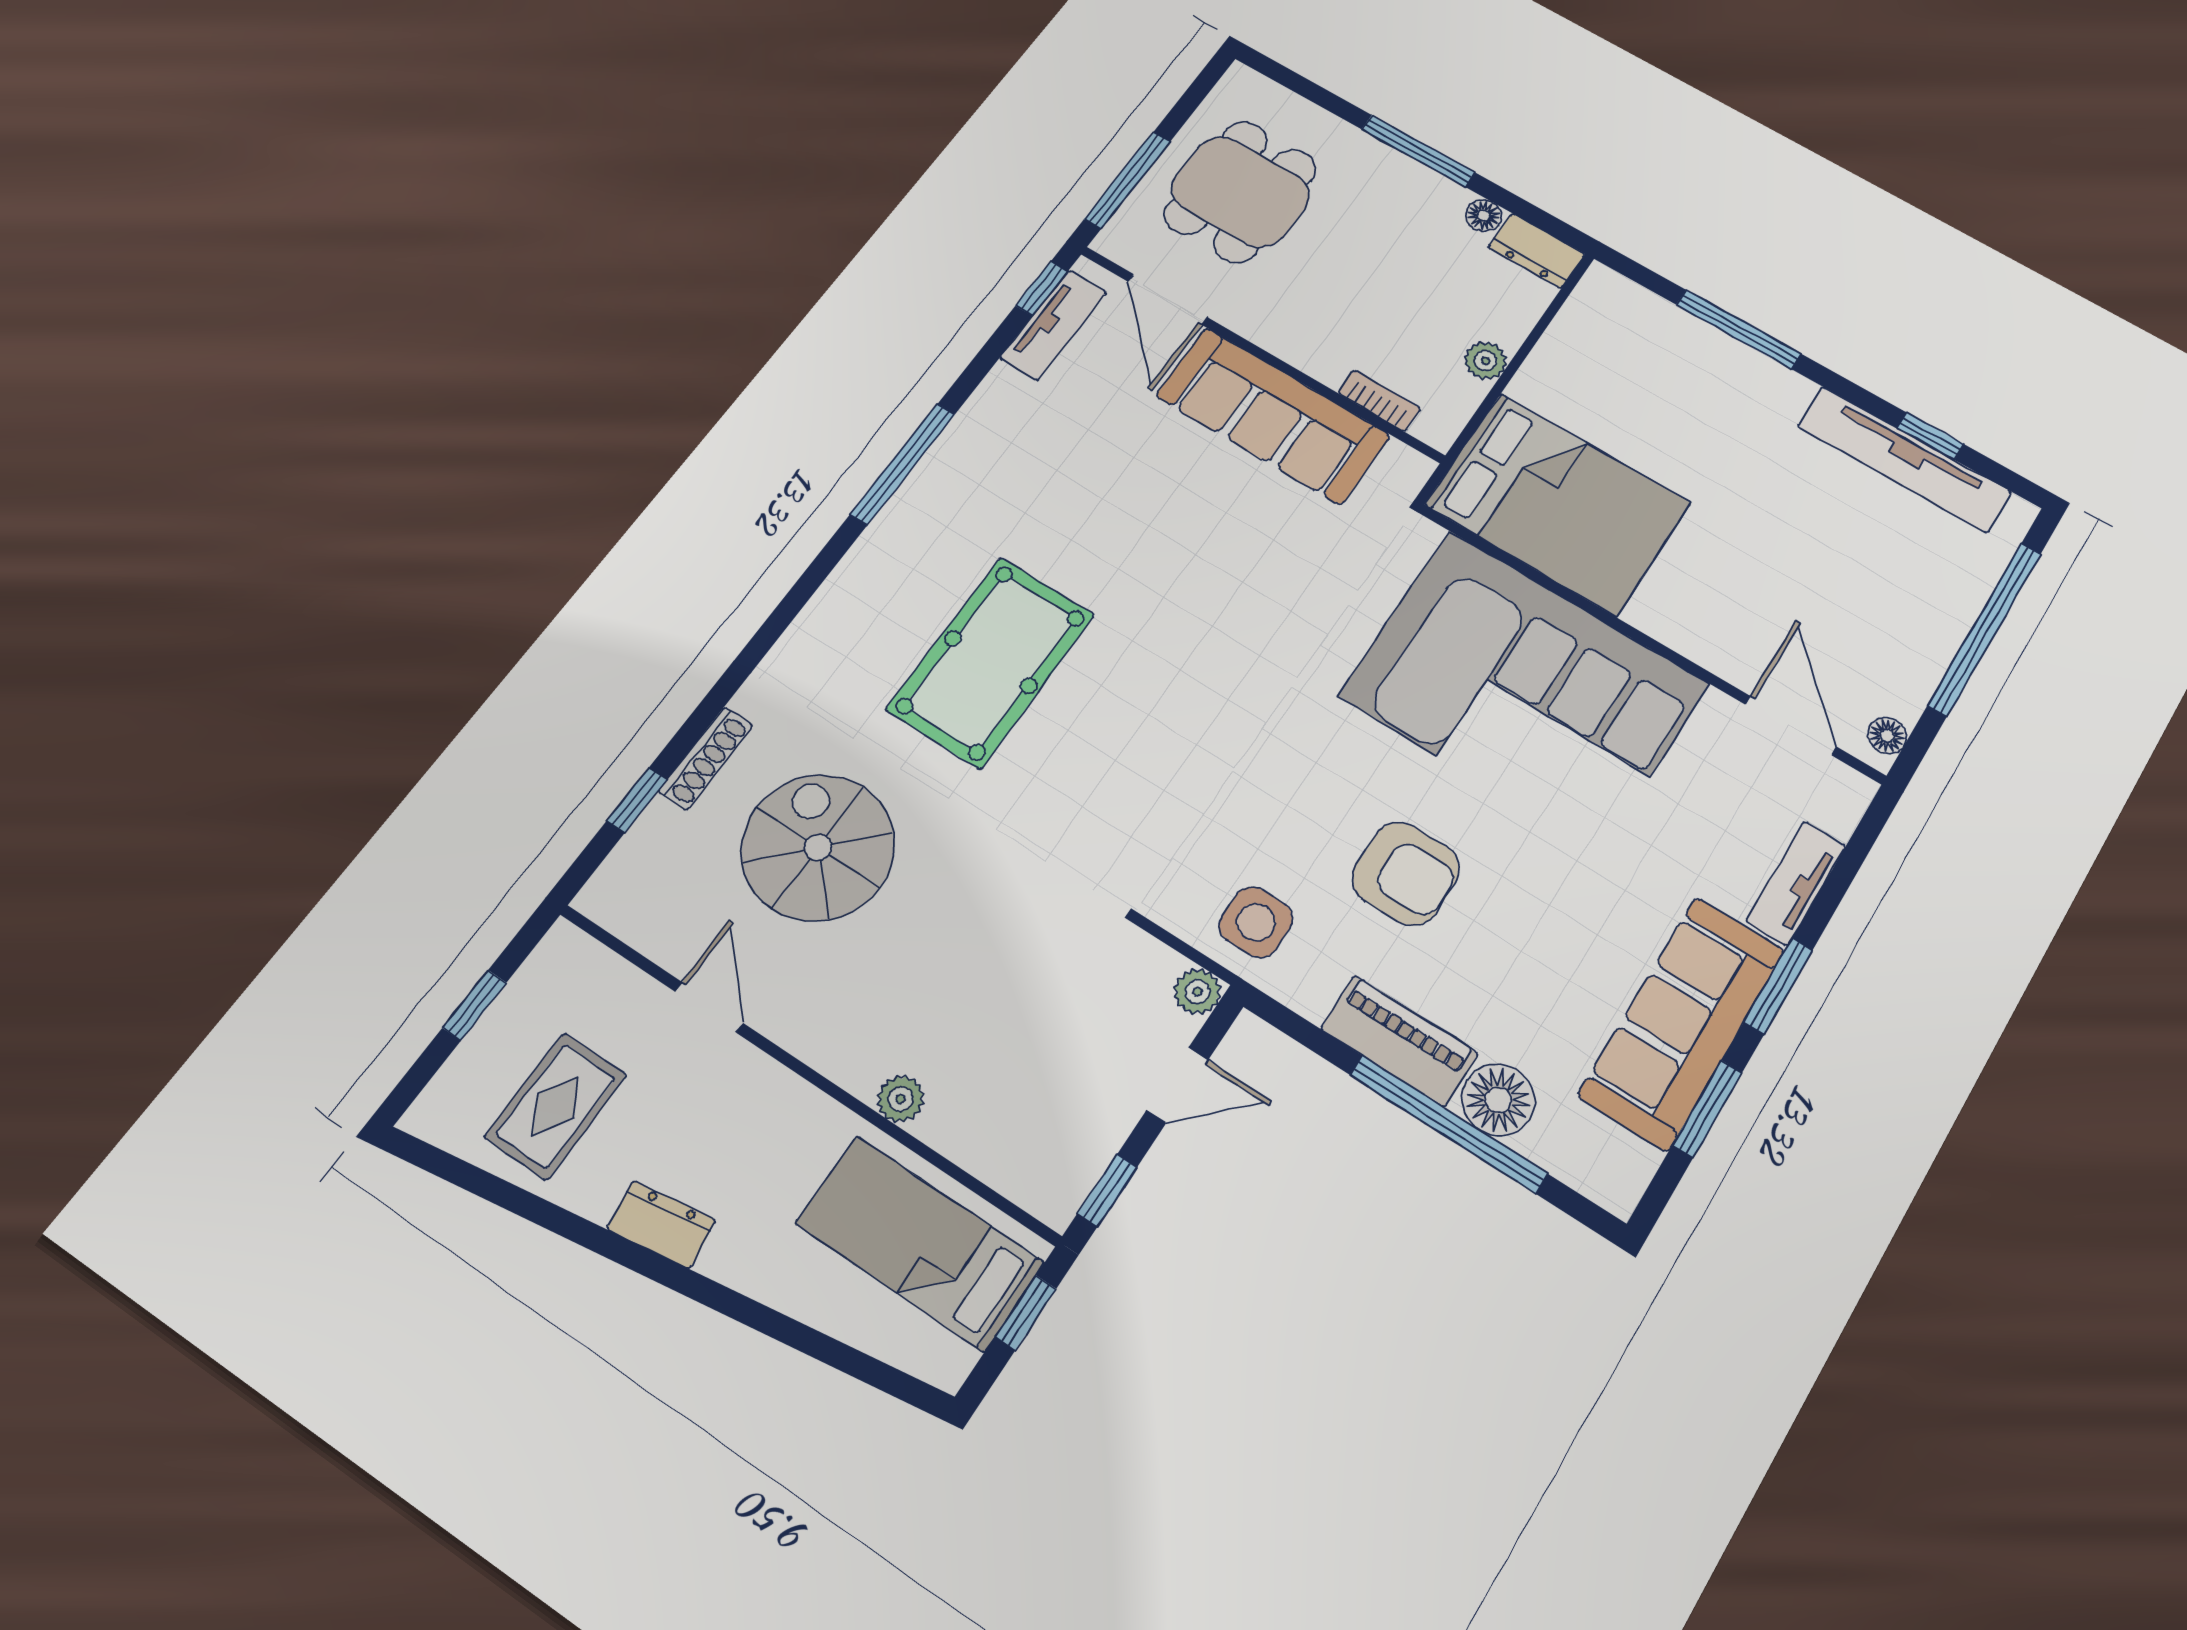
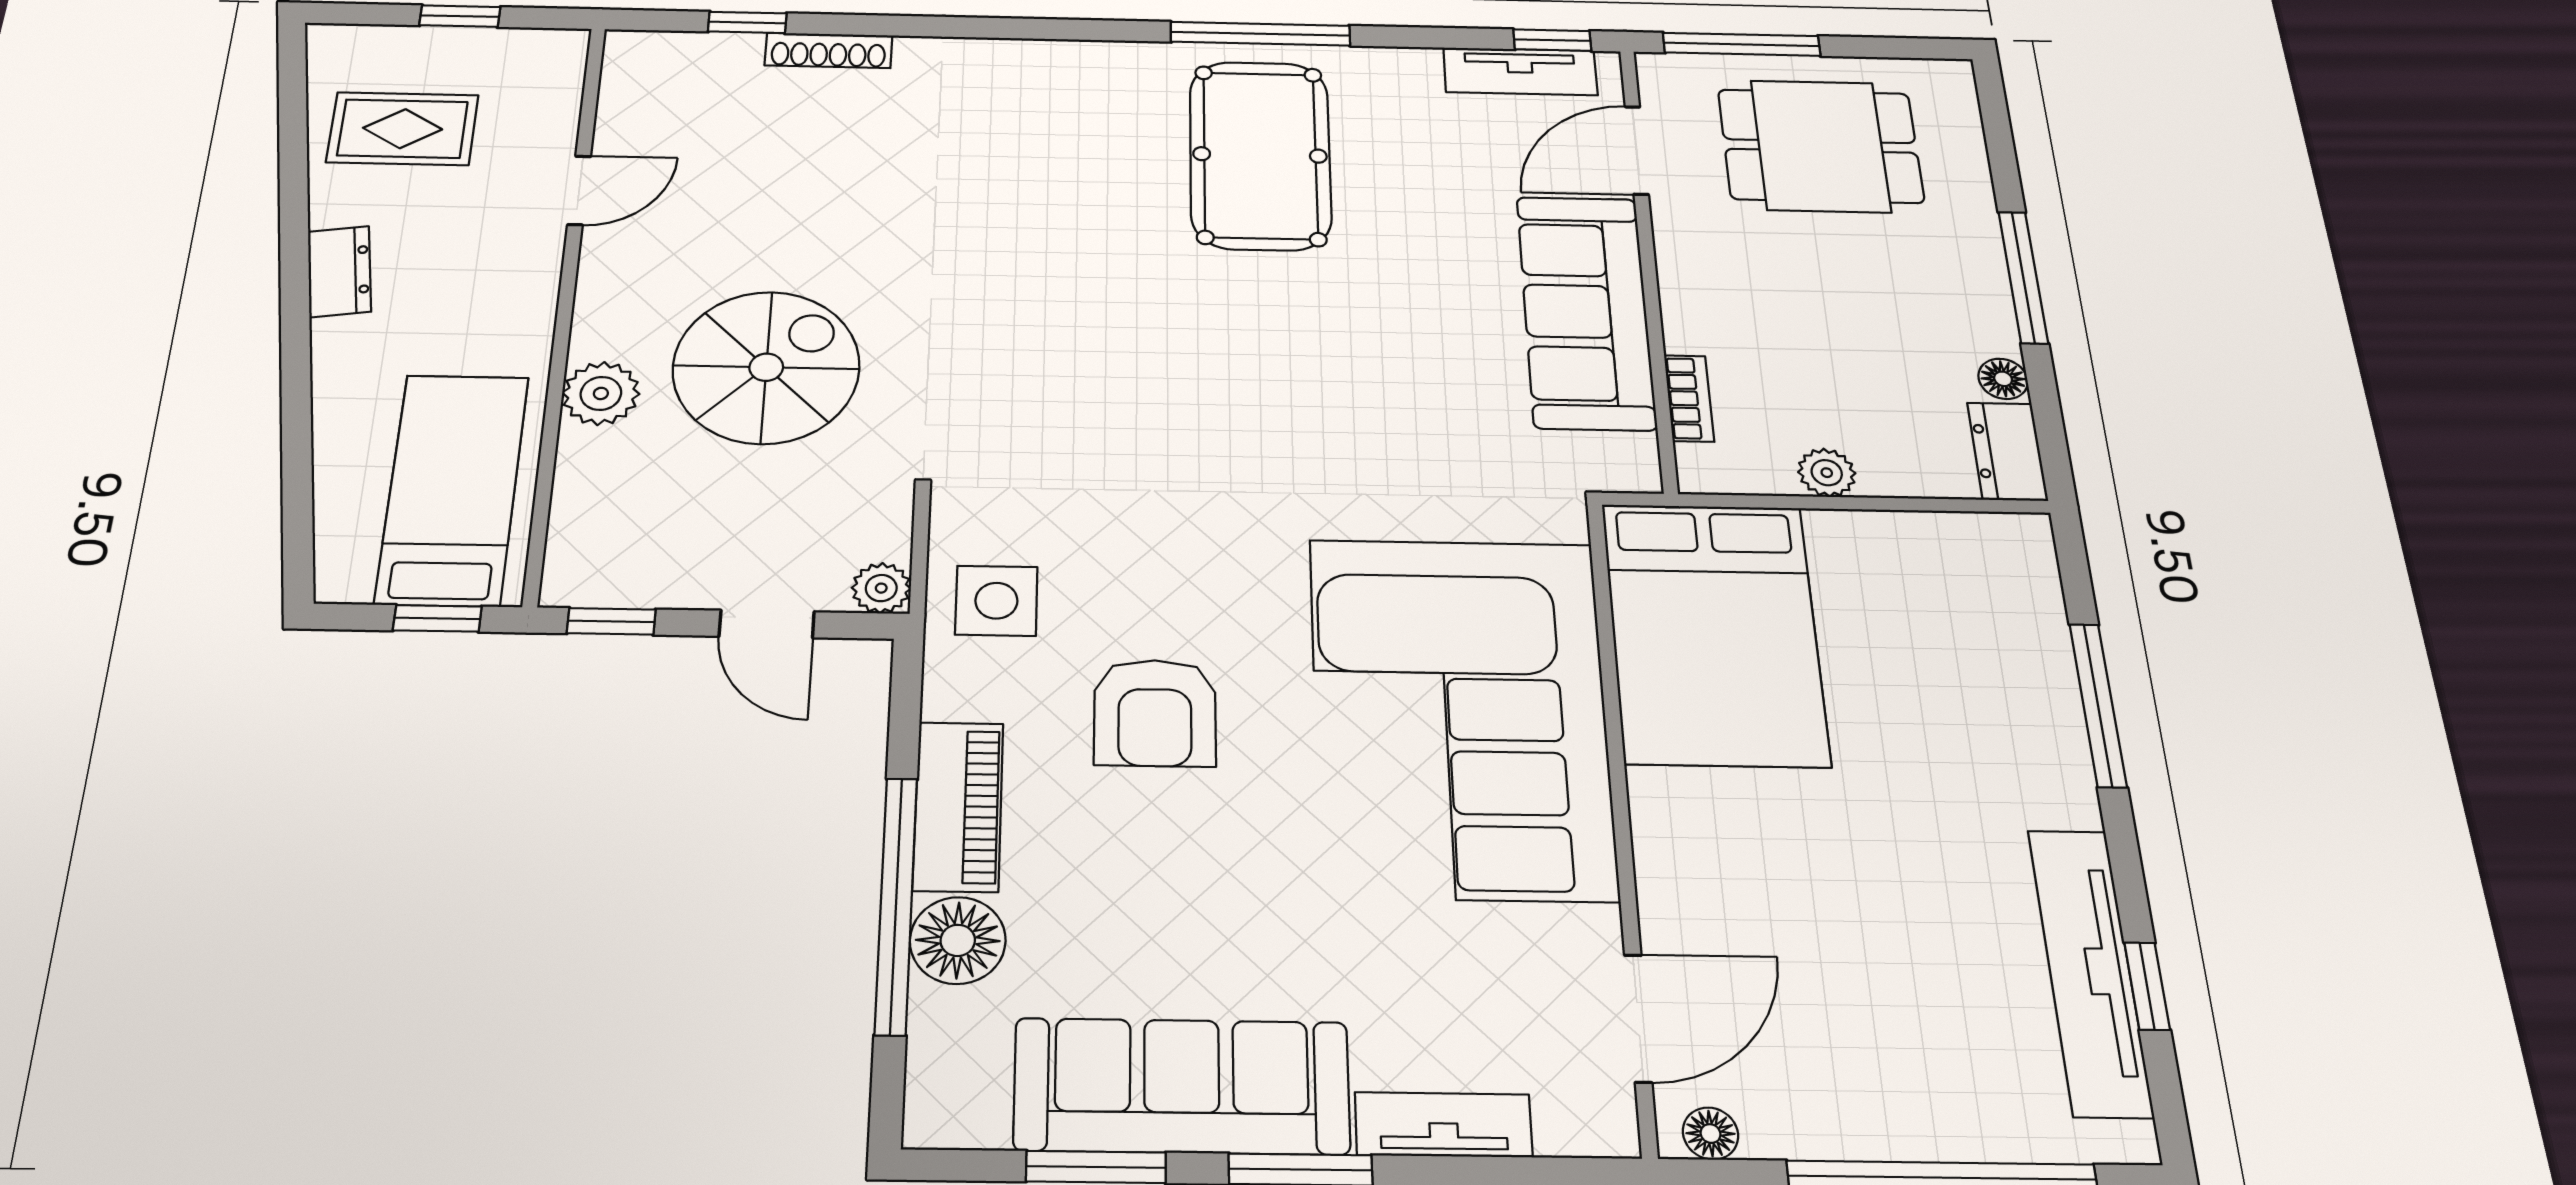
pool table: (991, 662) -> (1260, 155), moved, turned 90
spiral stairs: (818, 847) -> (766, 367), moved
plant: (901, 1099) -> (601, 393), width x1.38, depth x1.38

